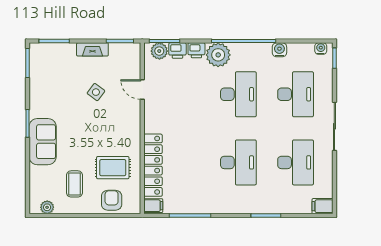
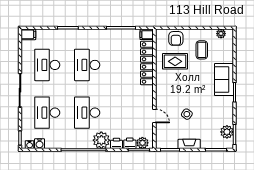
water cooler: (279, 50) -> (39, 144), moved
plant: (39, 67) -> (227, 132), added

